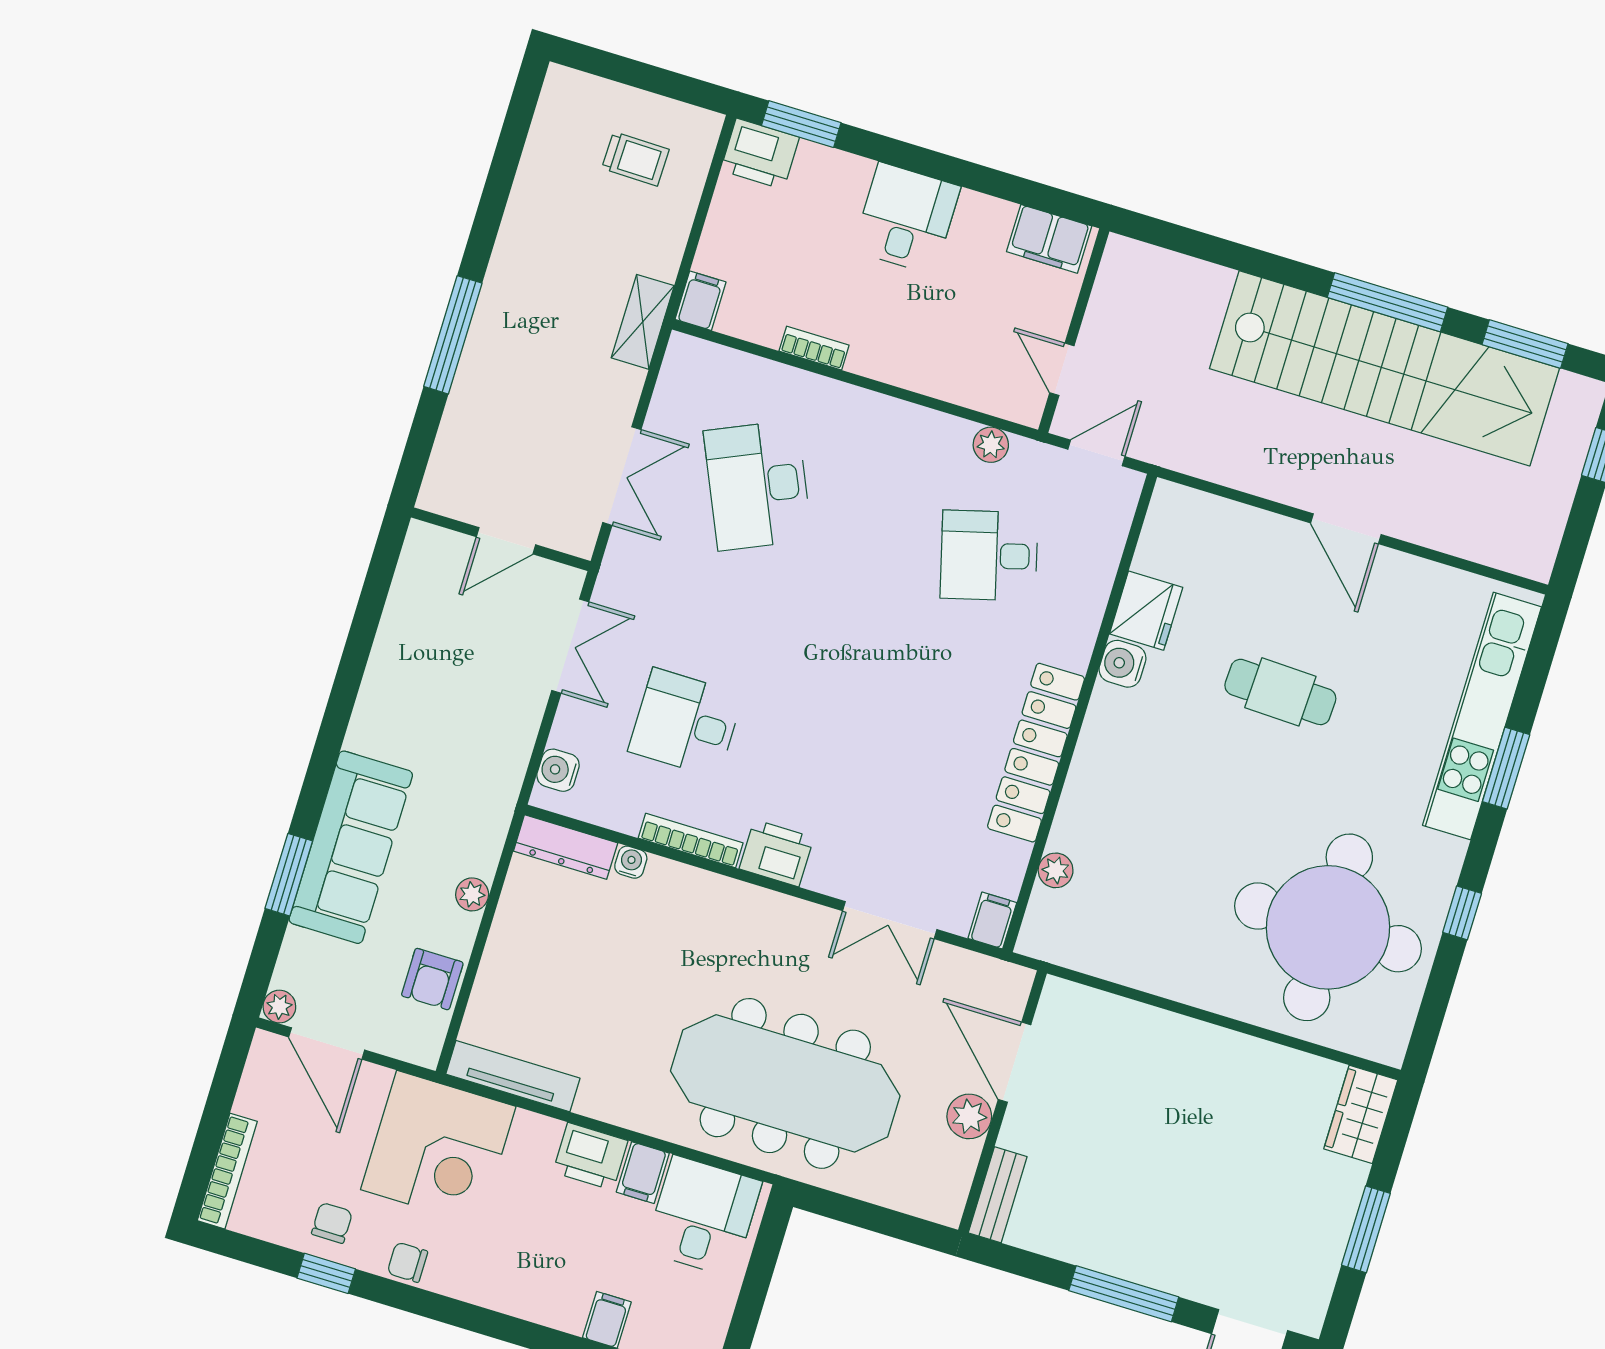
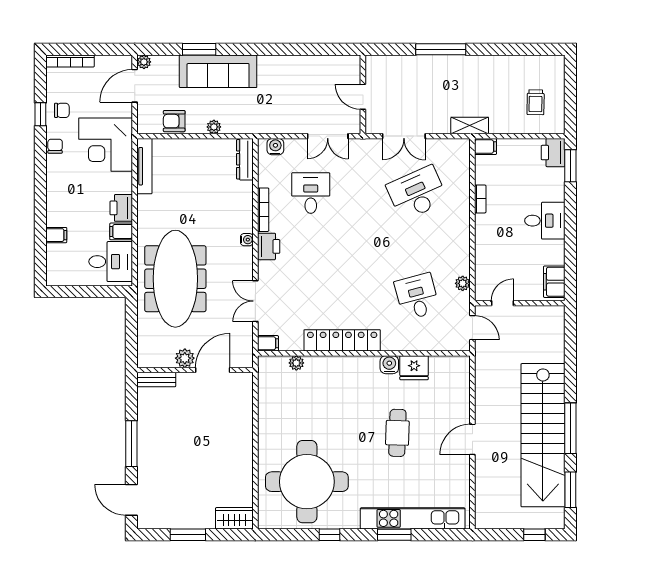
water cooler: (631, 862) -> (247, 240), moved

